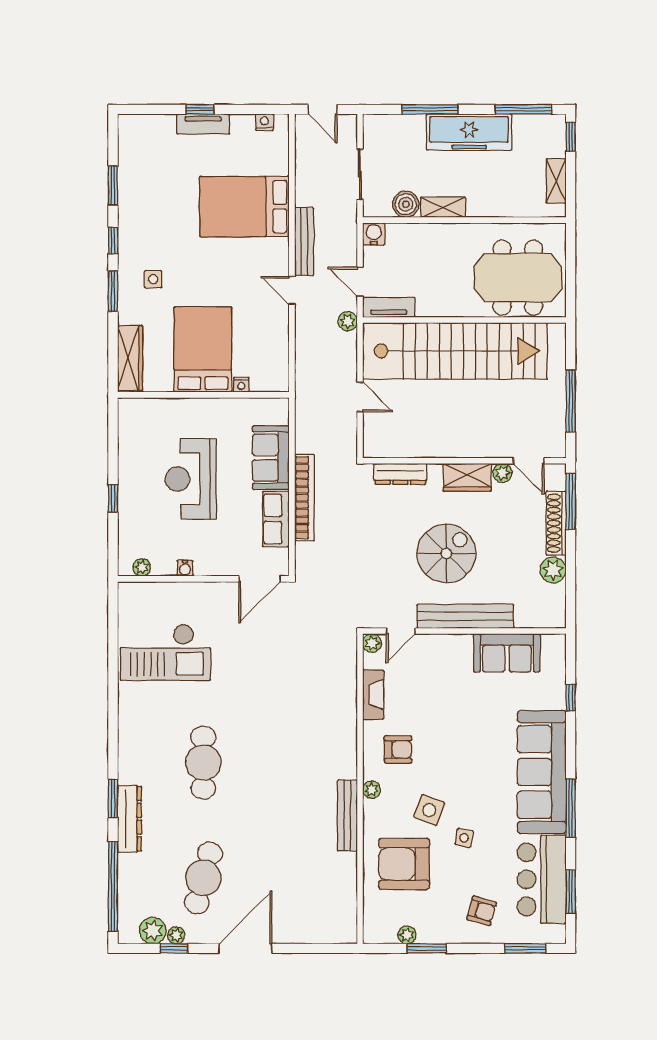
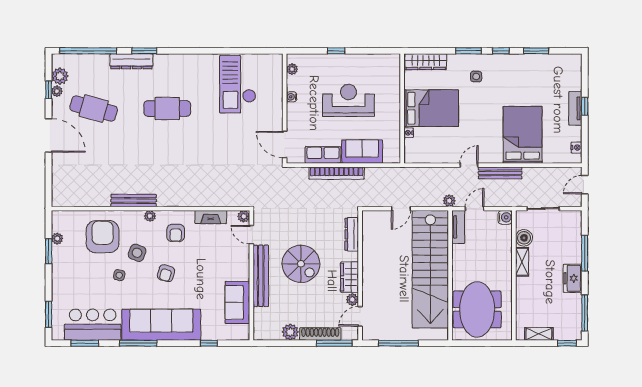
freezer: (469, 132) -> (573, 278), width x0.52, depth x0.79
armchair: (482, 911) -> (166, 273), moved

